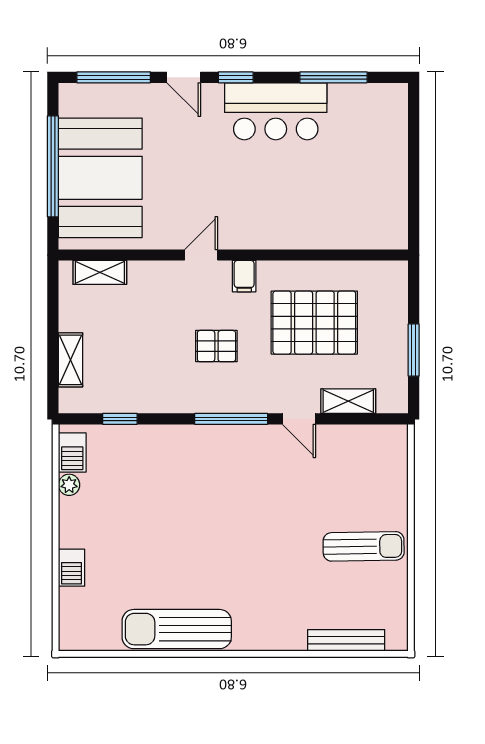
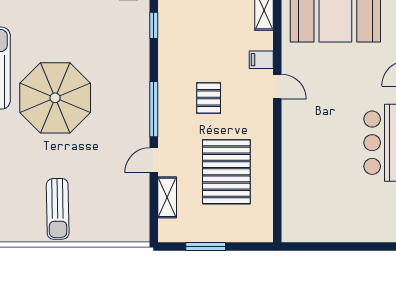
filing cabinet: (244, 276) -> (261, 60), moved
parasol: (216, 550) -> (55, 98), added

